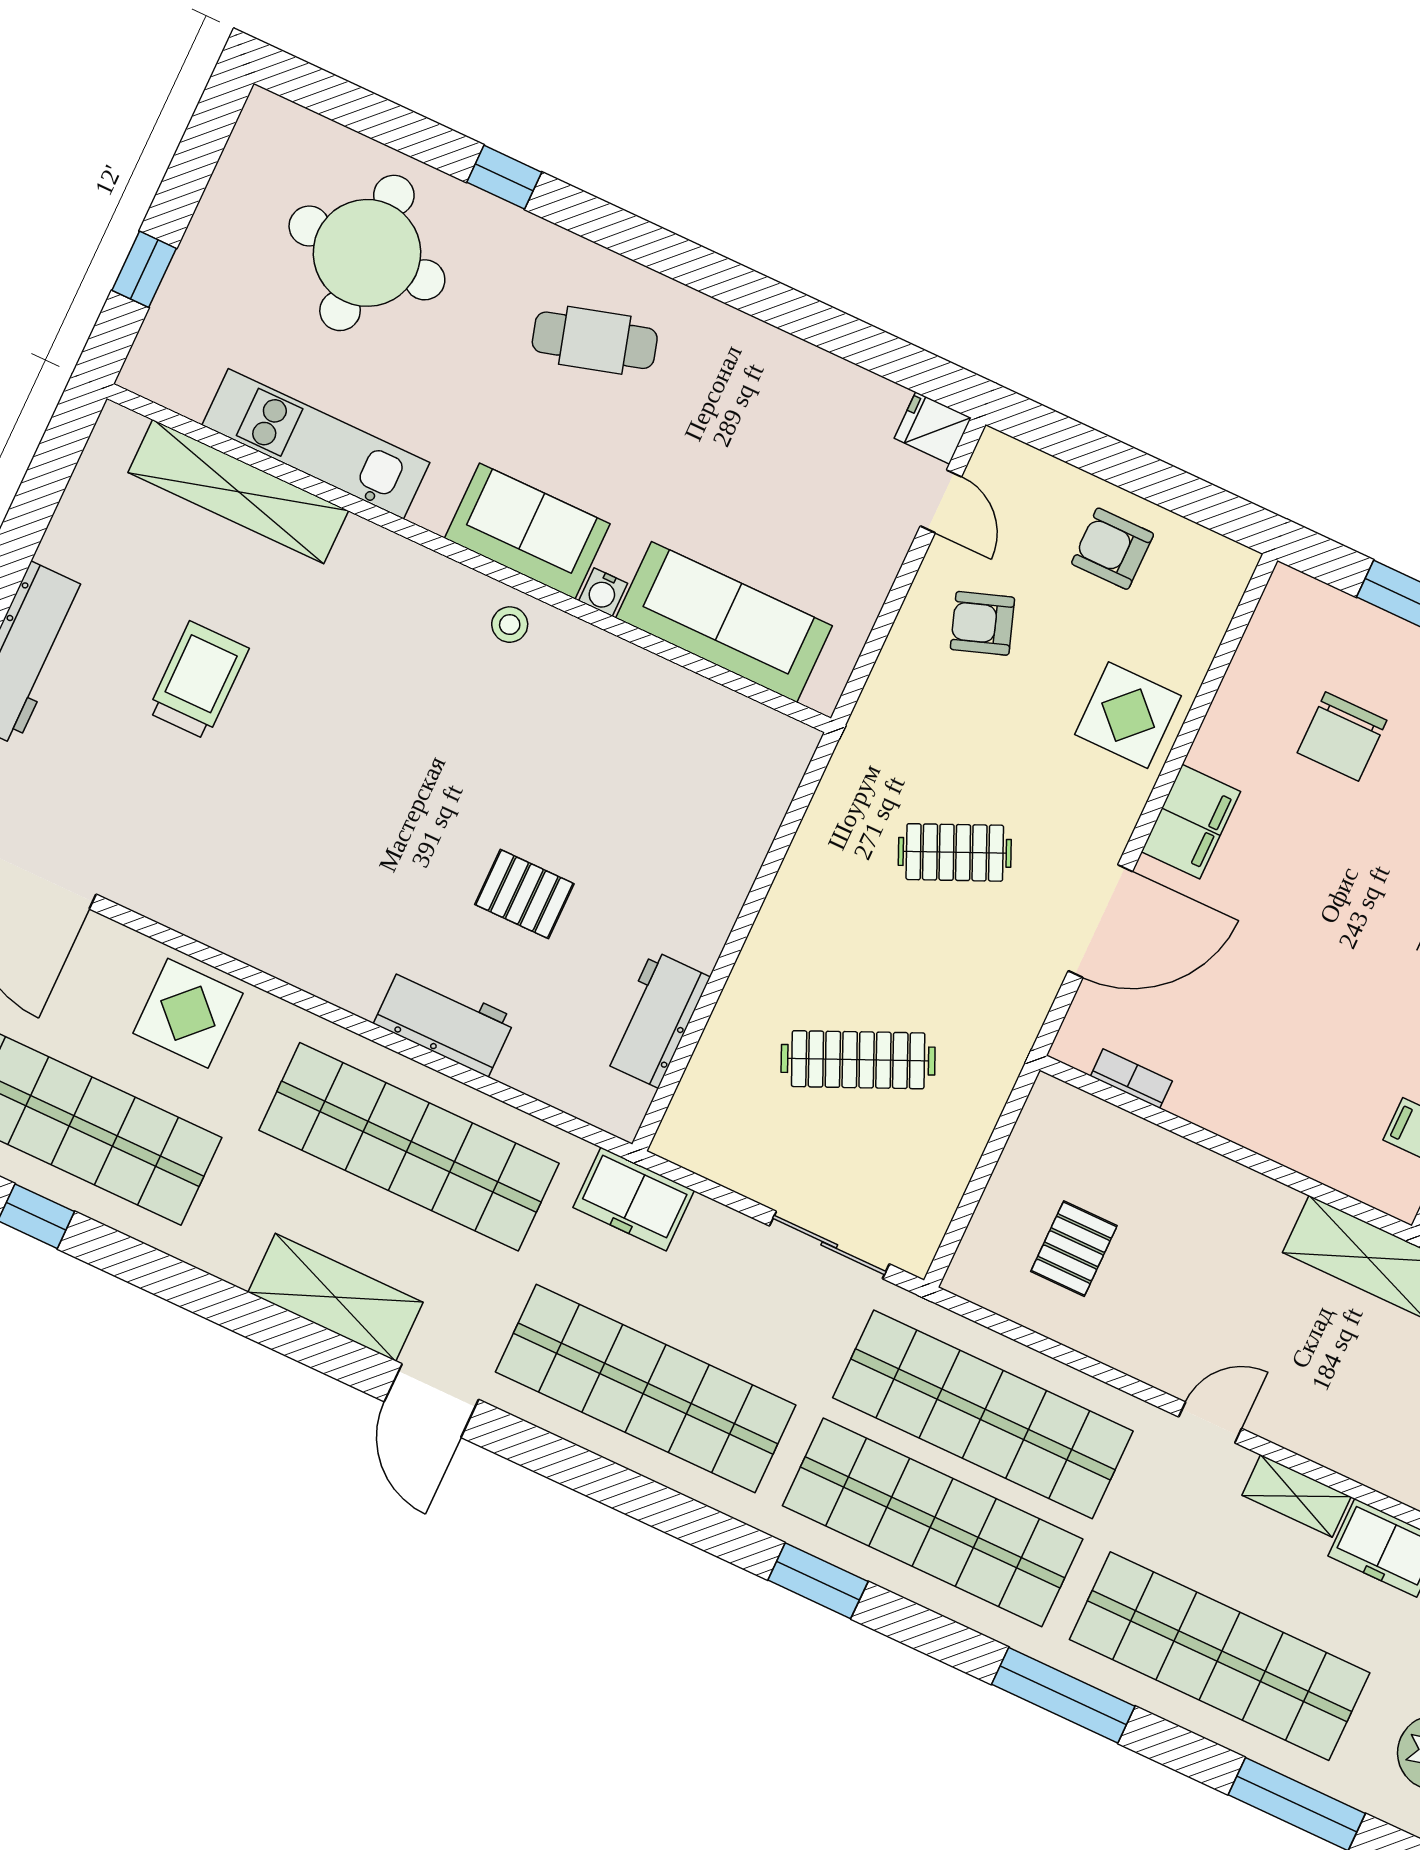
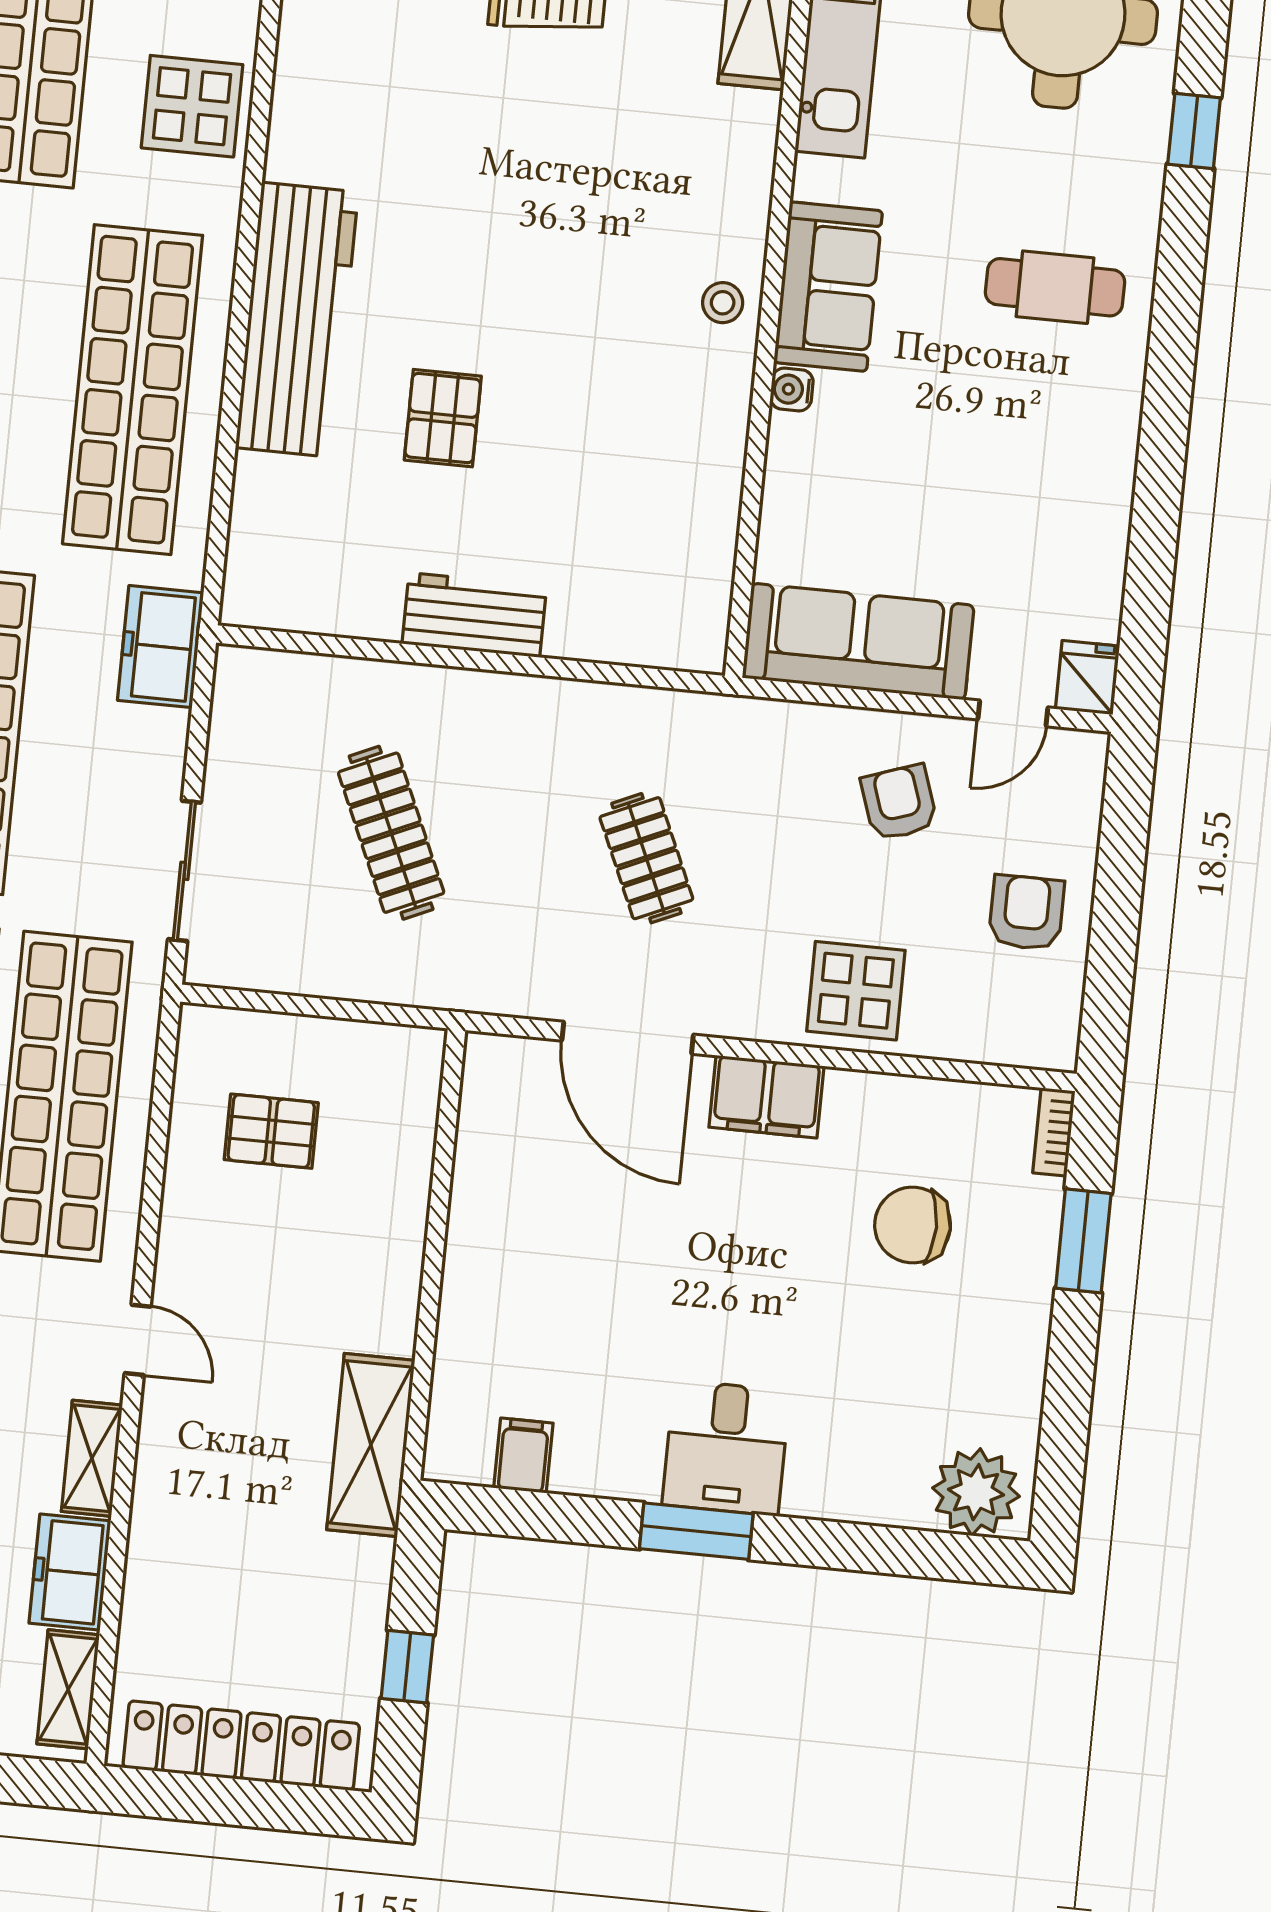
cafe table: (595, 340) -> (1055, 287), turned -74
sofa: (724, 622) -> (858, 642), moved, turned -90
workbench: (656, 1019) -> (474, 615), moved
workbench: (444, 1021) -> (297, 320), width x1.88, depth x1.32
bookcase: (1131, 1079) -> (1054, 1132), moved, turned 180

